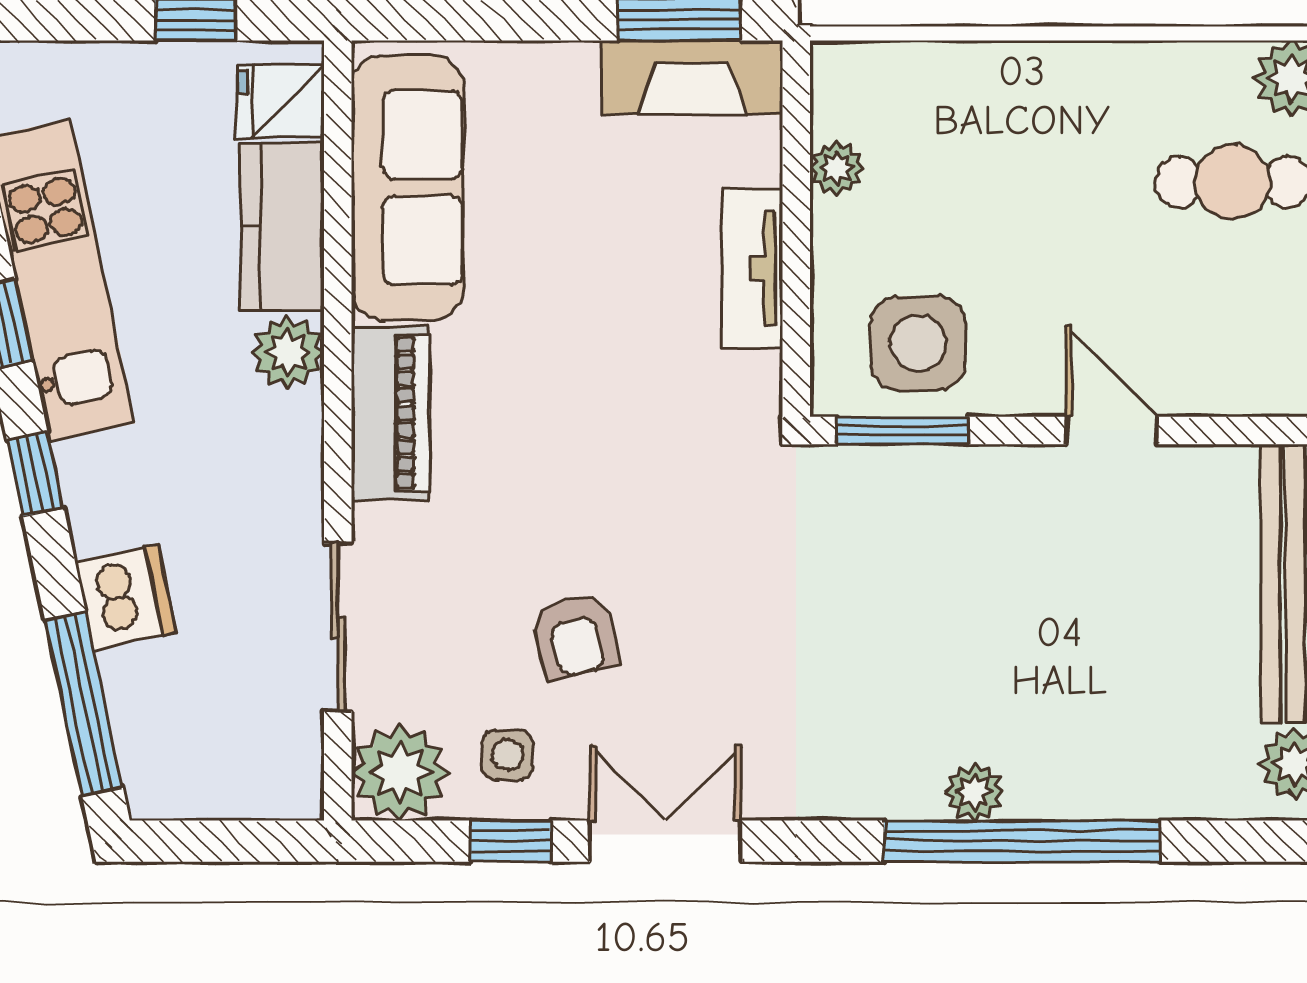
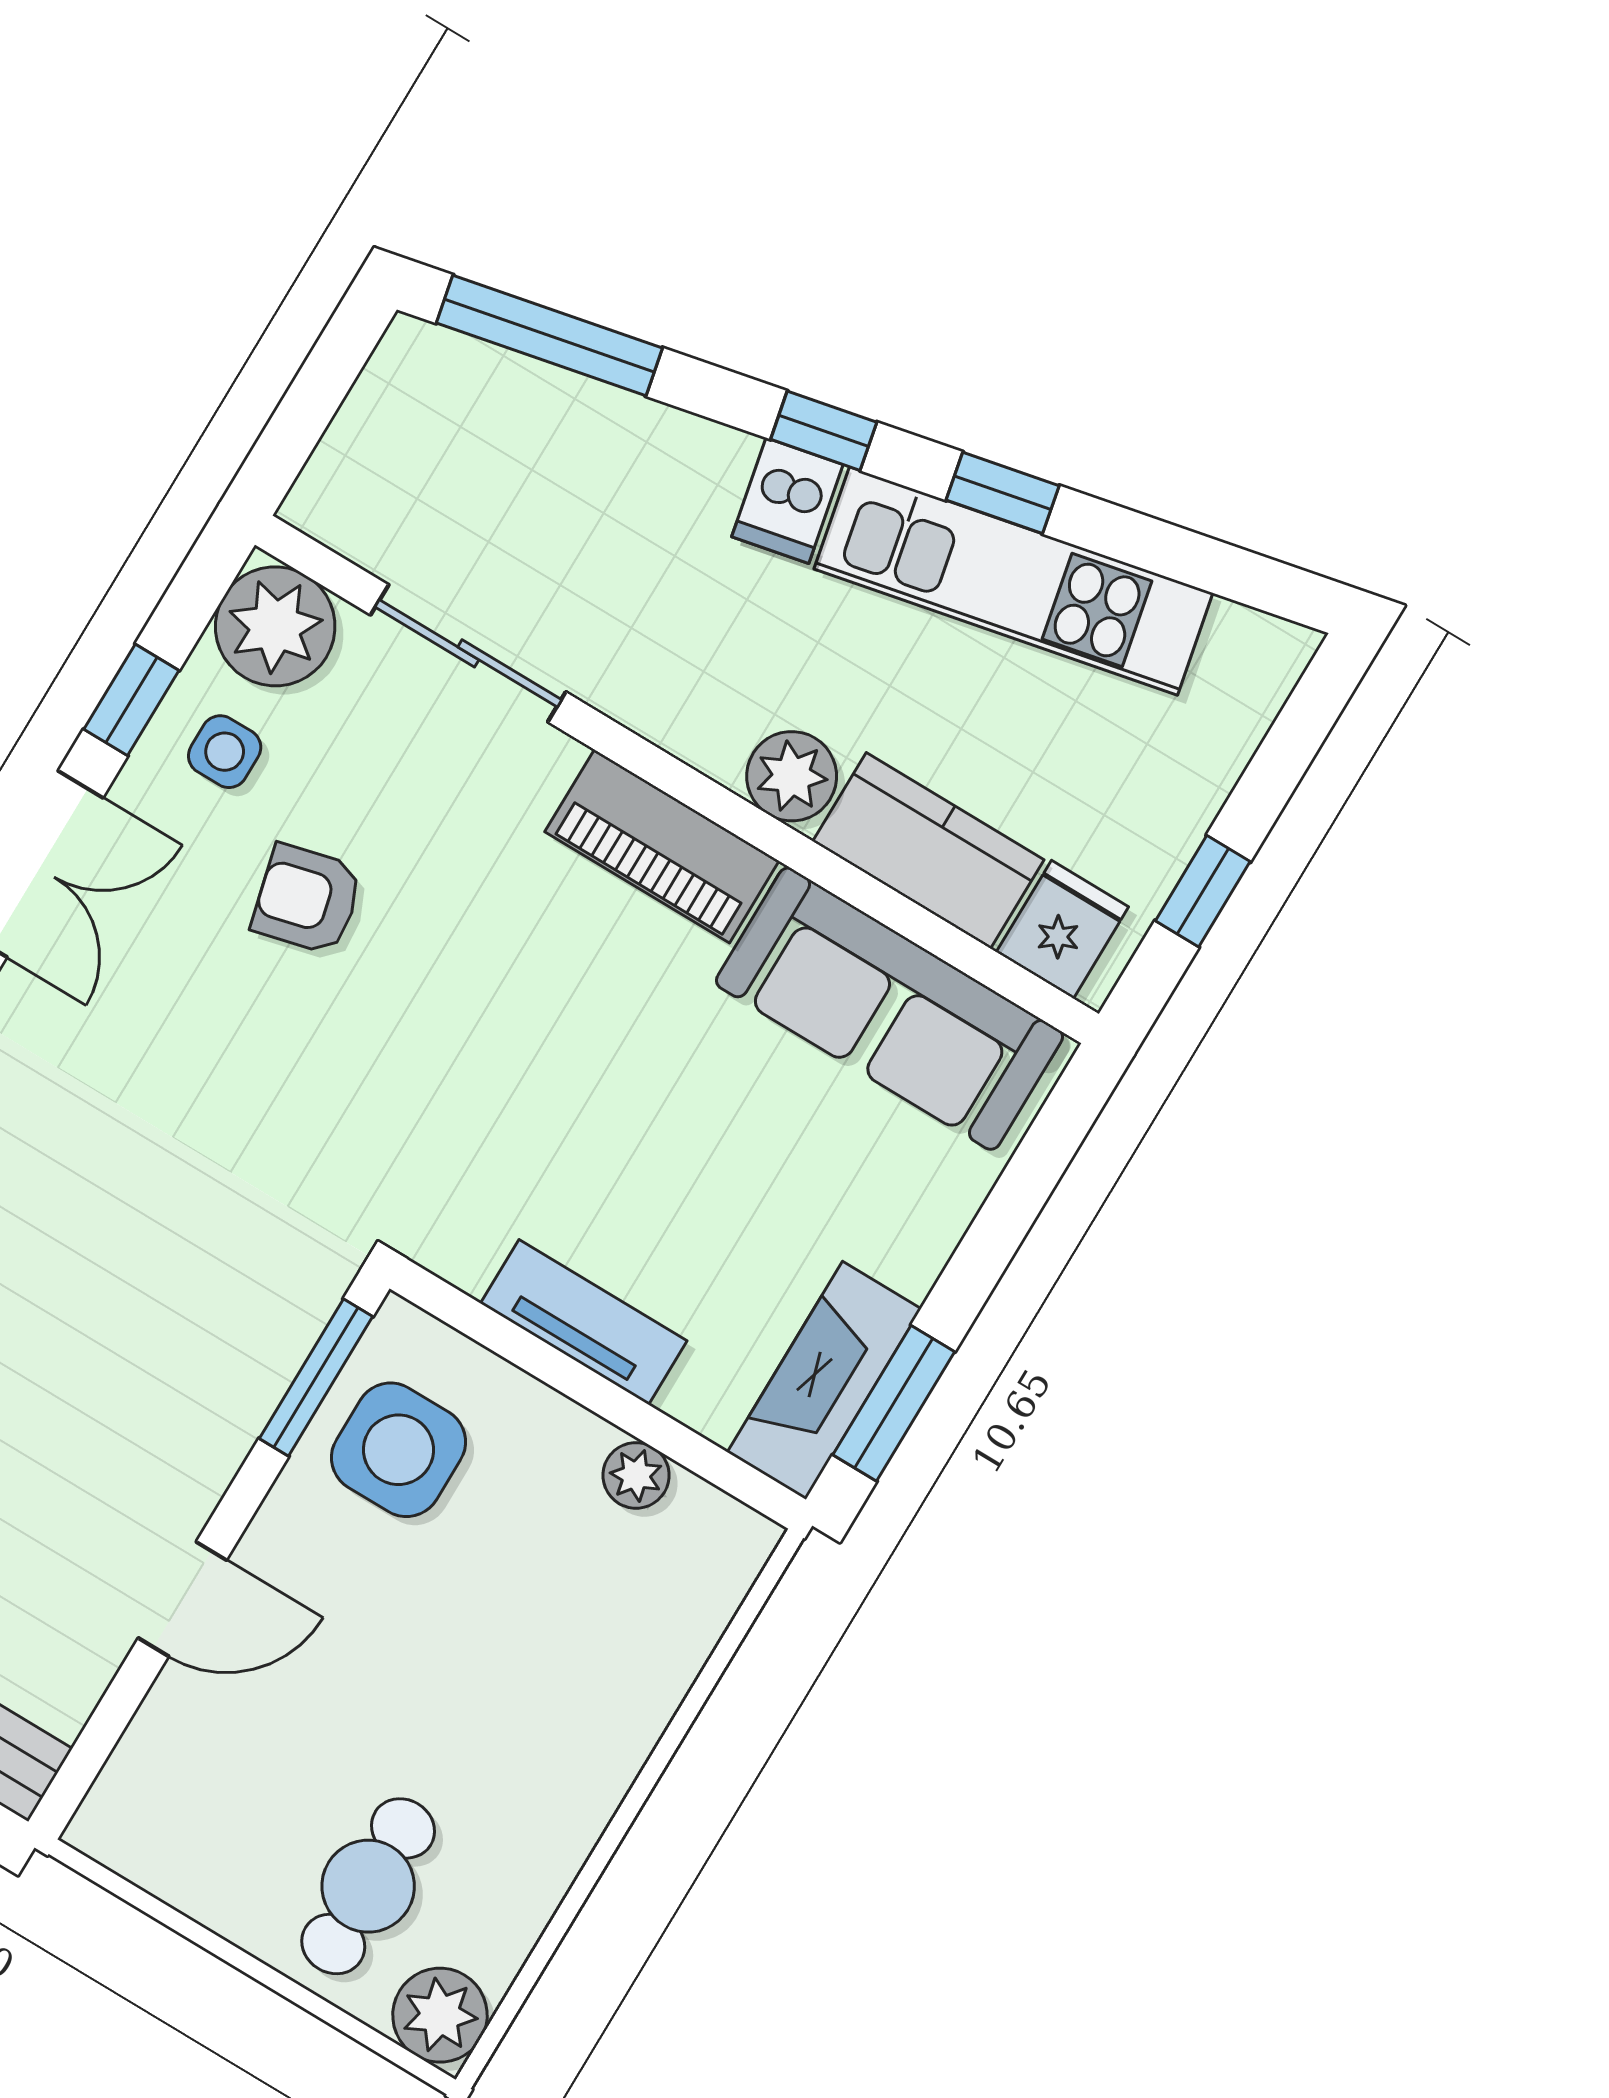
dishwasher: (126, 597) -> (787, 501), moved, width x0.73

